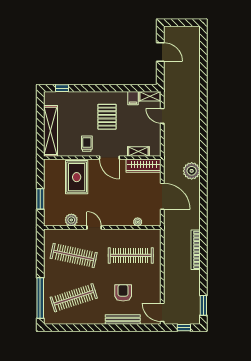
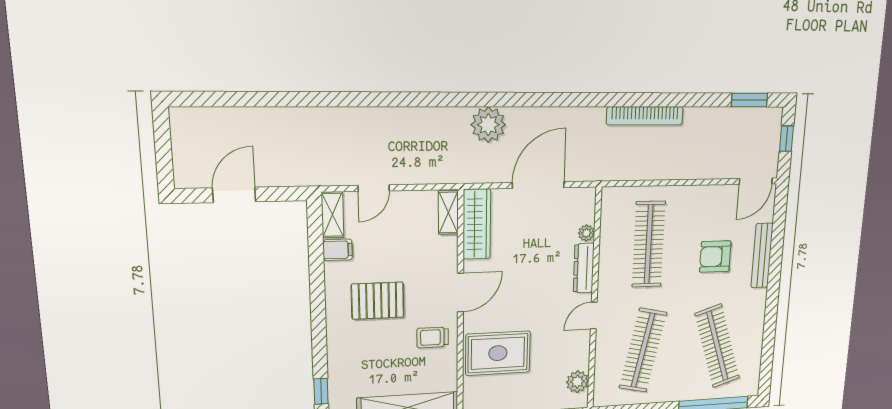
shelving: (138, 152) -> (448, 212), moved
plant: (71, 220) -> (577, 382), moved
dresser: (120, 221) -> (584, 268), added

